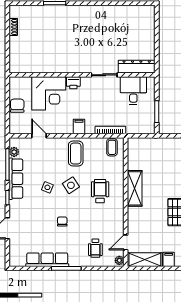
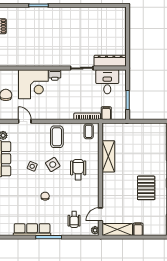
filing cabinet: (79, 127) -> (106, 113), moved
shelving: (135, 188) -> (108, 156), moved

